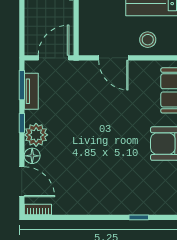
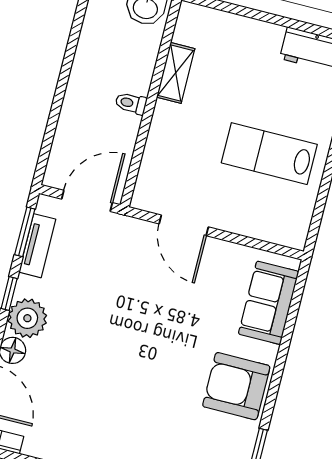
stool: (148, 40) -> (247, 210), removed

